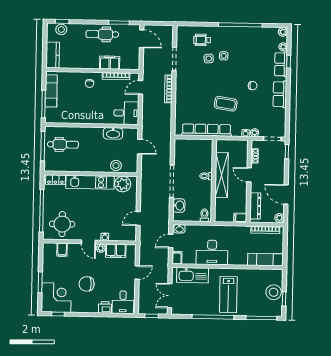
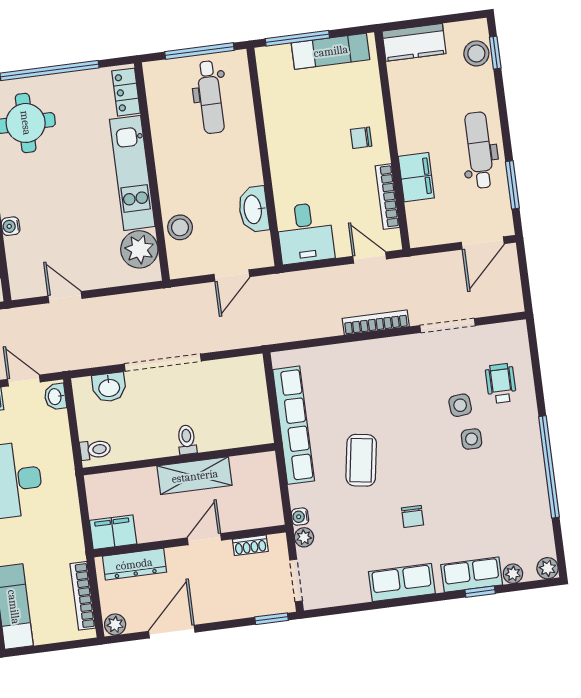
shelving: (222, 175) -> (195, 476), width x0.68
filing cabinet: (240, 218) -> (113, 532), width x2.00

